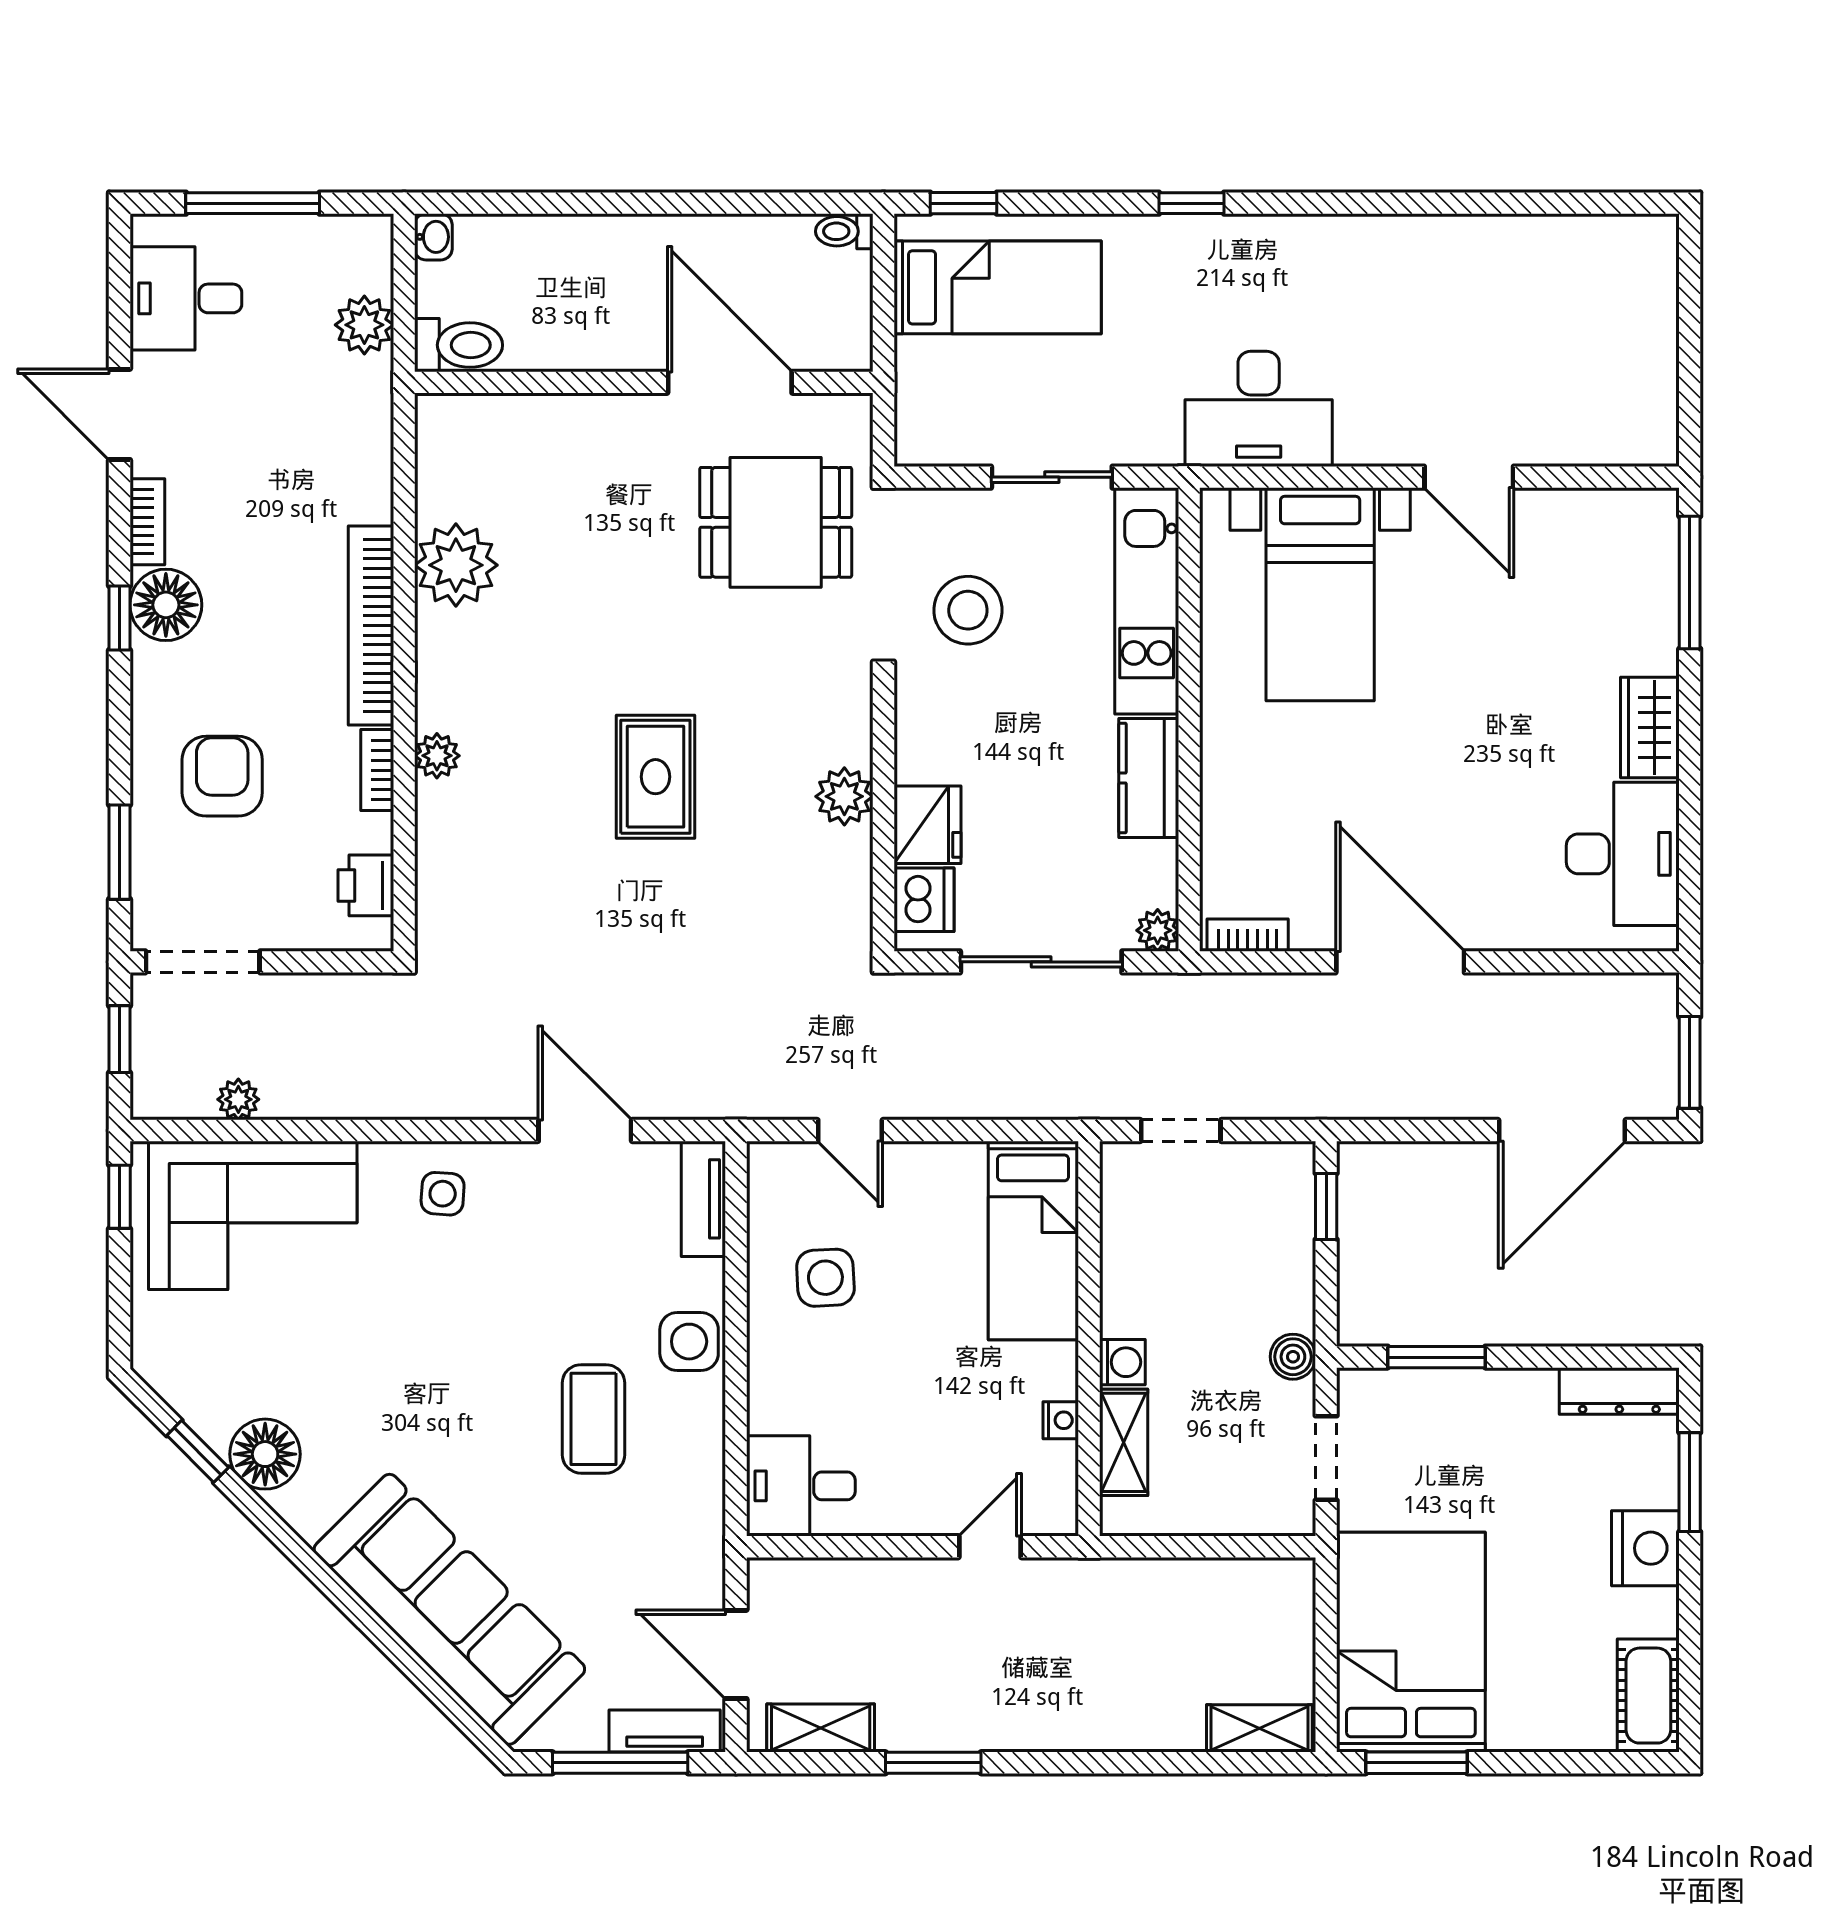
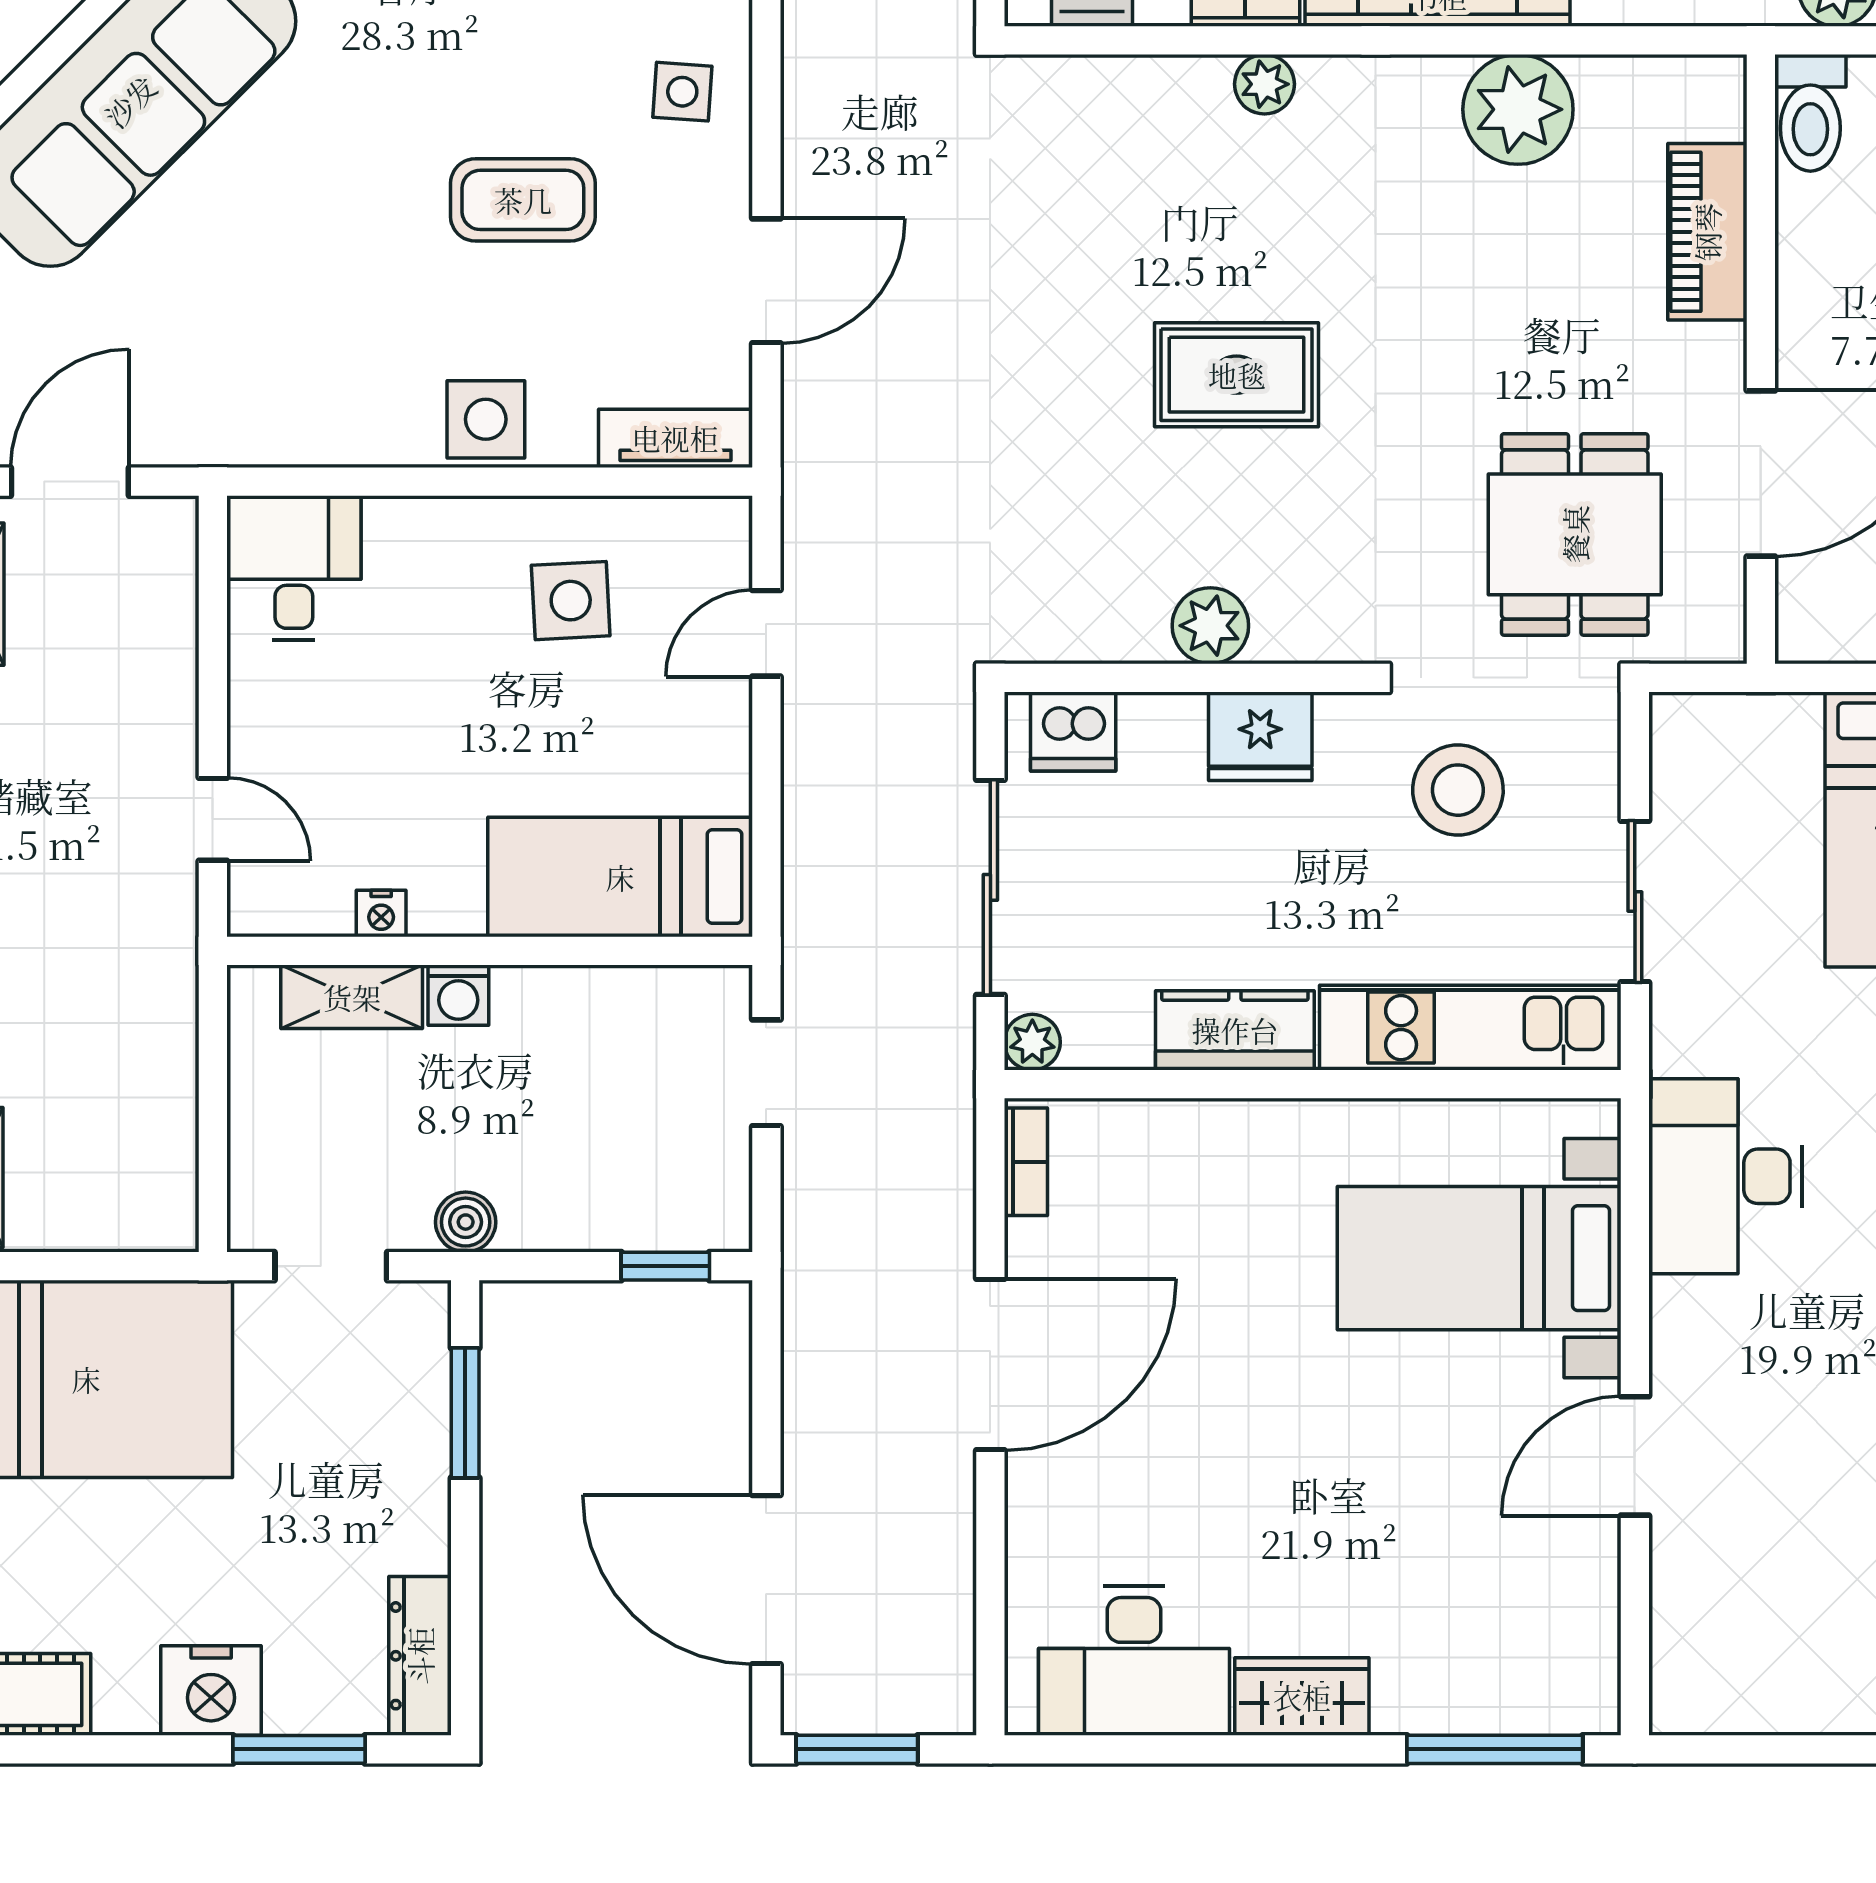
piano: (548, 423) -> (1707, 232), added
fridge: (928, 825) -> (1260, 736), moved
coffee table: (593, 1419) -> (523, 200), moved

